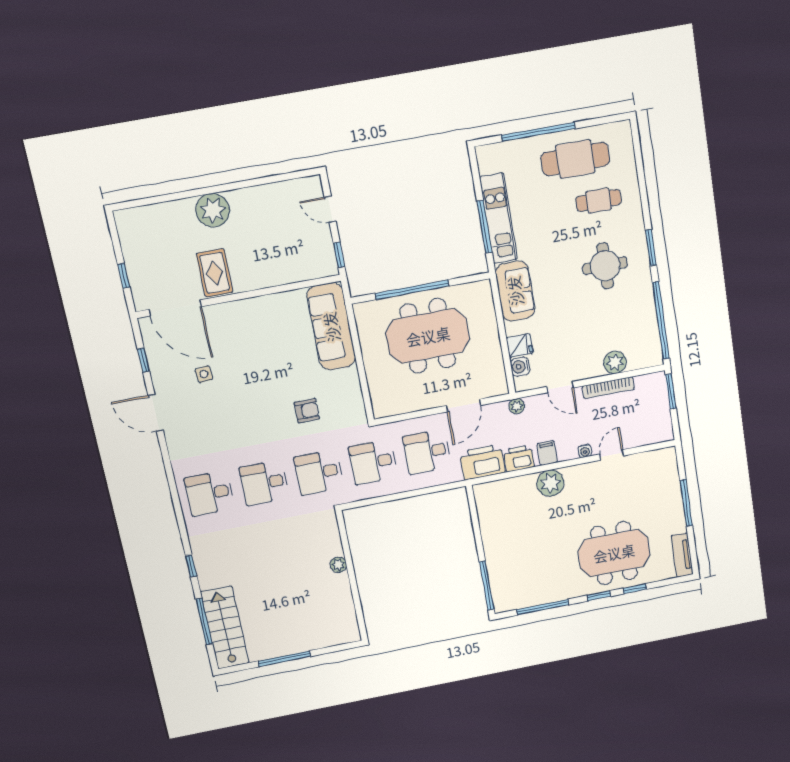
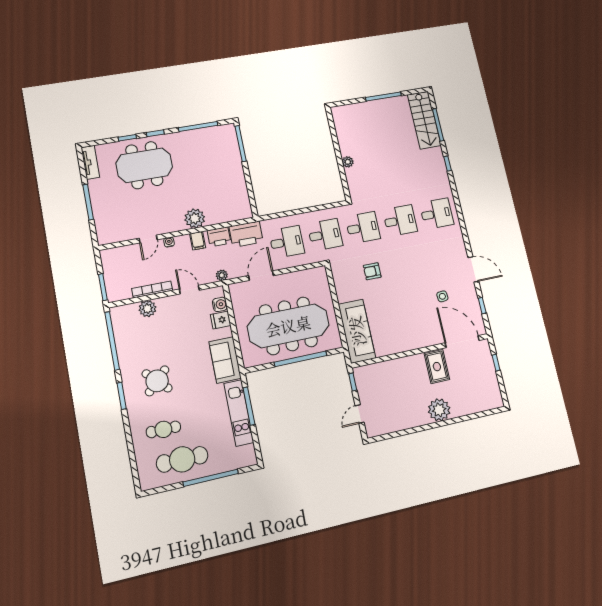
door: (330, 209) -> (360, 414), swing flipped
round table: (605, 266) -> (157, 381), turned 45
meeting table: (428, 336) -> (288, 326), width x1.36

